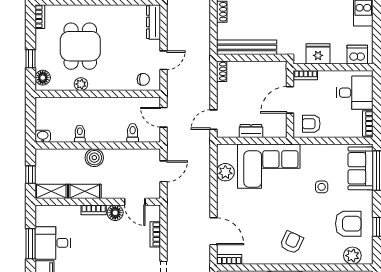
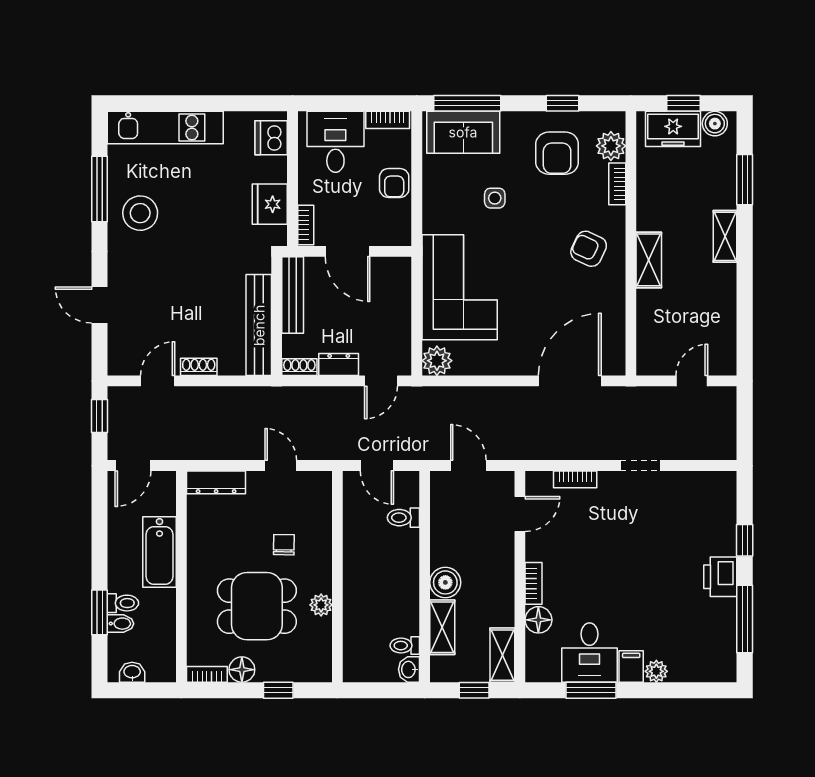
bench: (264, 67) -> (293, 295), added
floor lamp: (43, 78) -> (242, 670), moved
chair: (143, 79) -> (284, 545), moved
door: (163, 117) -> (377, 466), hinge flipped
door: (213, 120) -> (381, 381), hinge flipped
armchair: (311, 124) -> (394, 183), moved
dresser: (251, 131) -> (339, 365), moved, turned 90
toilet: (80, 134) -> (405, 646), moved
plant: (225, 172) -> (437, 361), moved
shelving: (85, 191) -> (442, 627), moved
floor lamp: (115, 213) -> (538, 620), moved
armchair: (348, 224) -> (557, 153), turned 180
door: (213, 231) -> (570, 381), width x1.36
bookcase: (229, 259) -> (617, 184), moved

